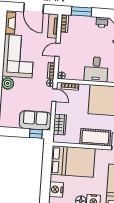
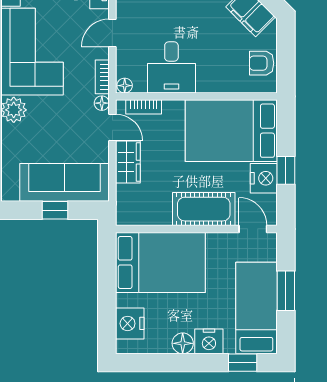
desk: (96, 69) -> (171, 67), moved
sofa: (35, 120) -> (65, 182), width x1.36
wardrobe: (60, 125) -> (128, 162), moved
window: (36, 134) -> (55, 210), moved

